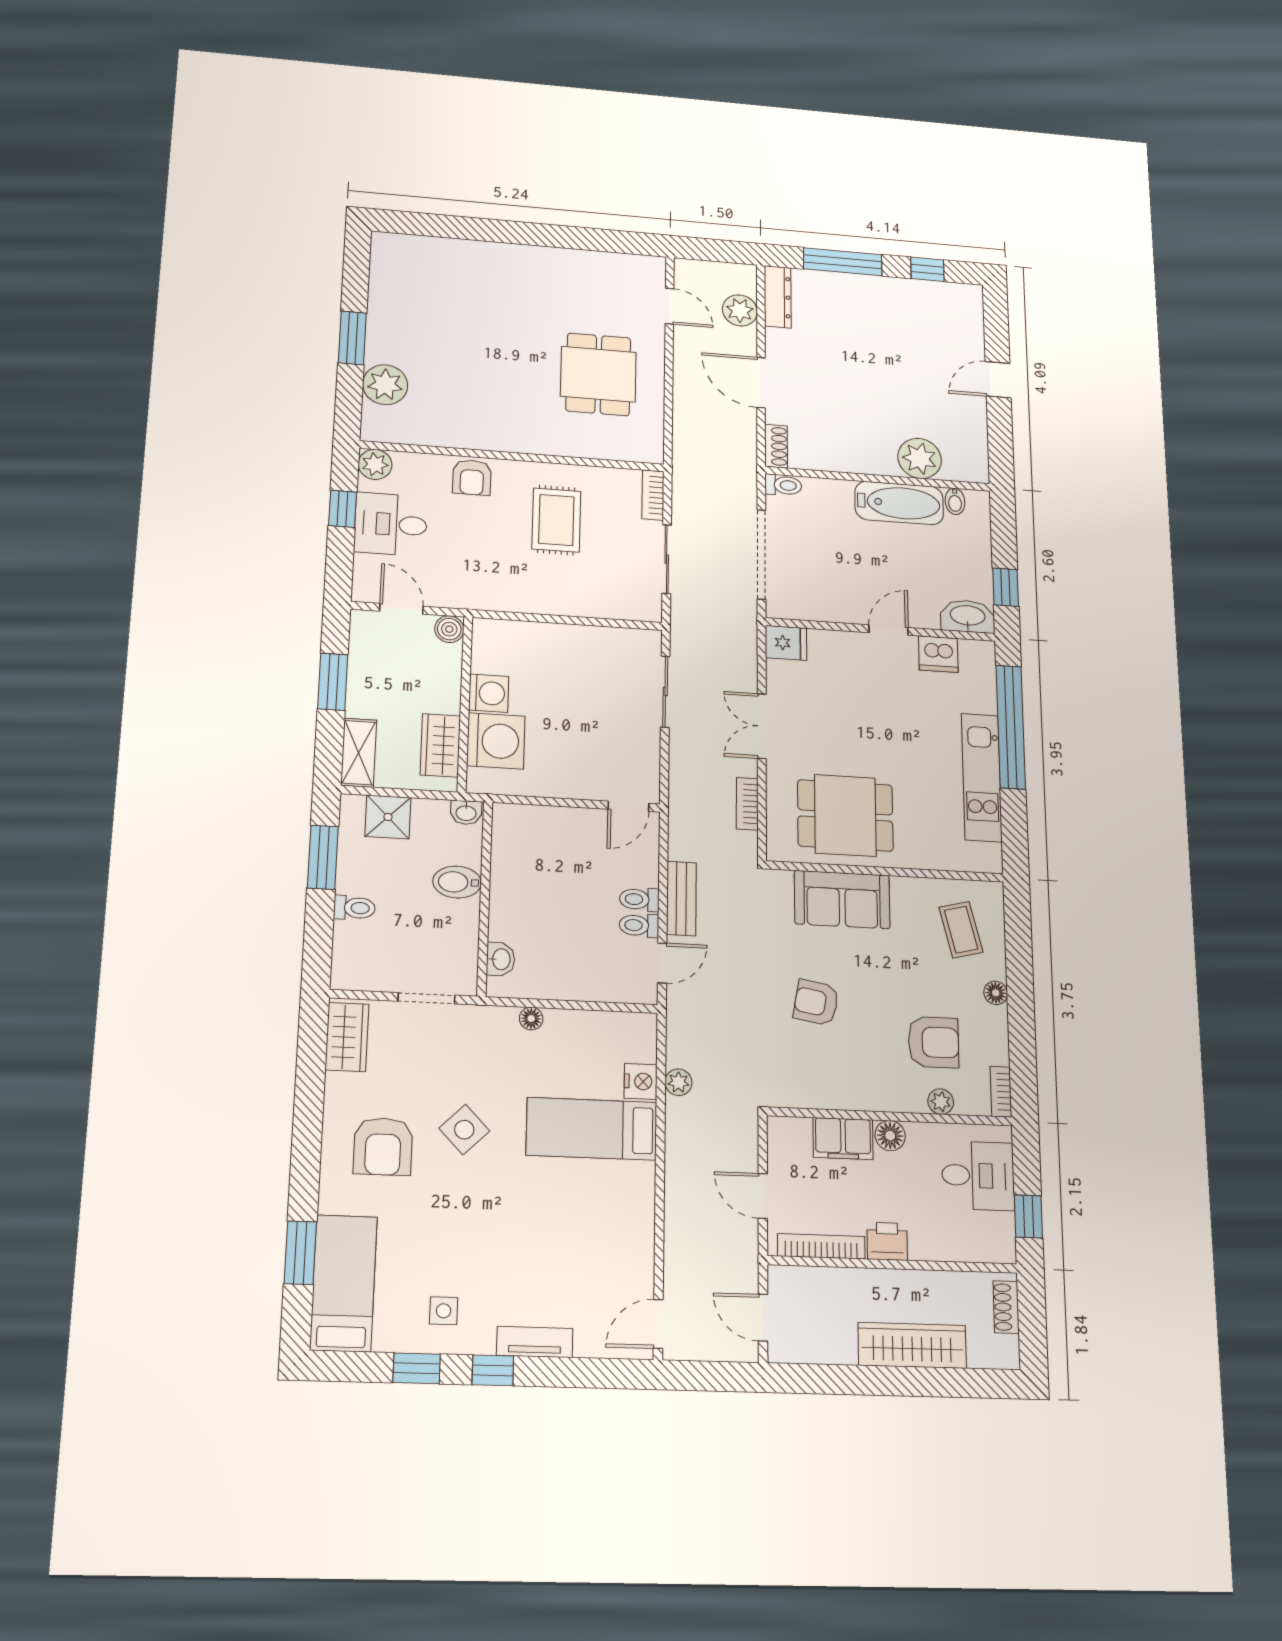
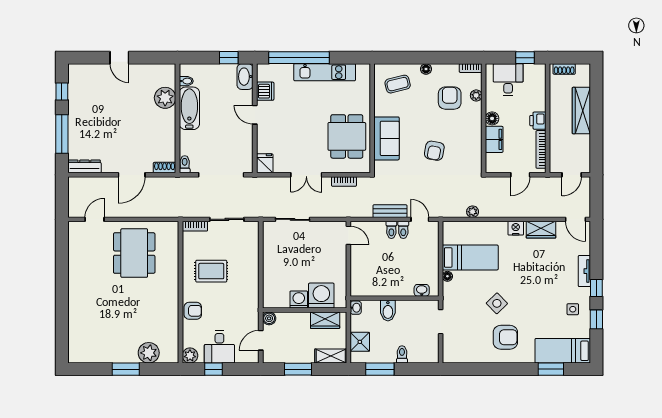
plant: (740, 310) -> (94, 185), removed
dining table: (598, 374) -> (134, 253), width x1.38
wardrobe: (347, 1037) -> (541, 230), moved, turned 180
nightstand: (641, 1081) -> (516, 228), moved
bed: (592, 1129) -> (470, 257), moved, turned -90

